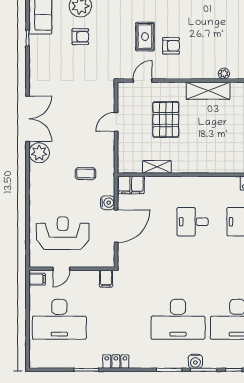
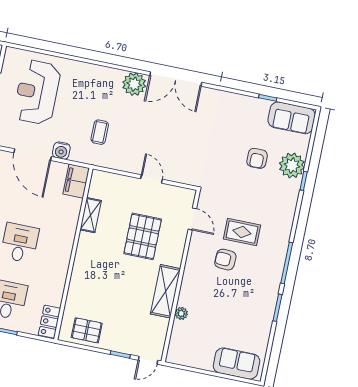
armchair: (171, 46) -> (225, 260), turned 93
pallet: (166, 119) -> (143, 236), turned 90
reception desk: (63, 233) -> (37, 92), turned 180

